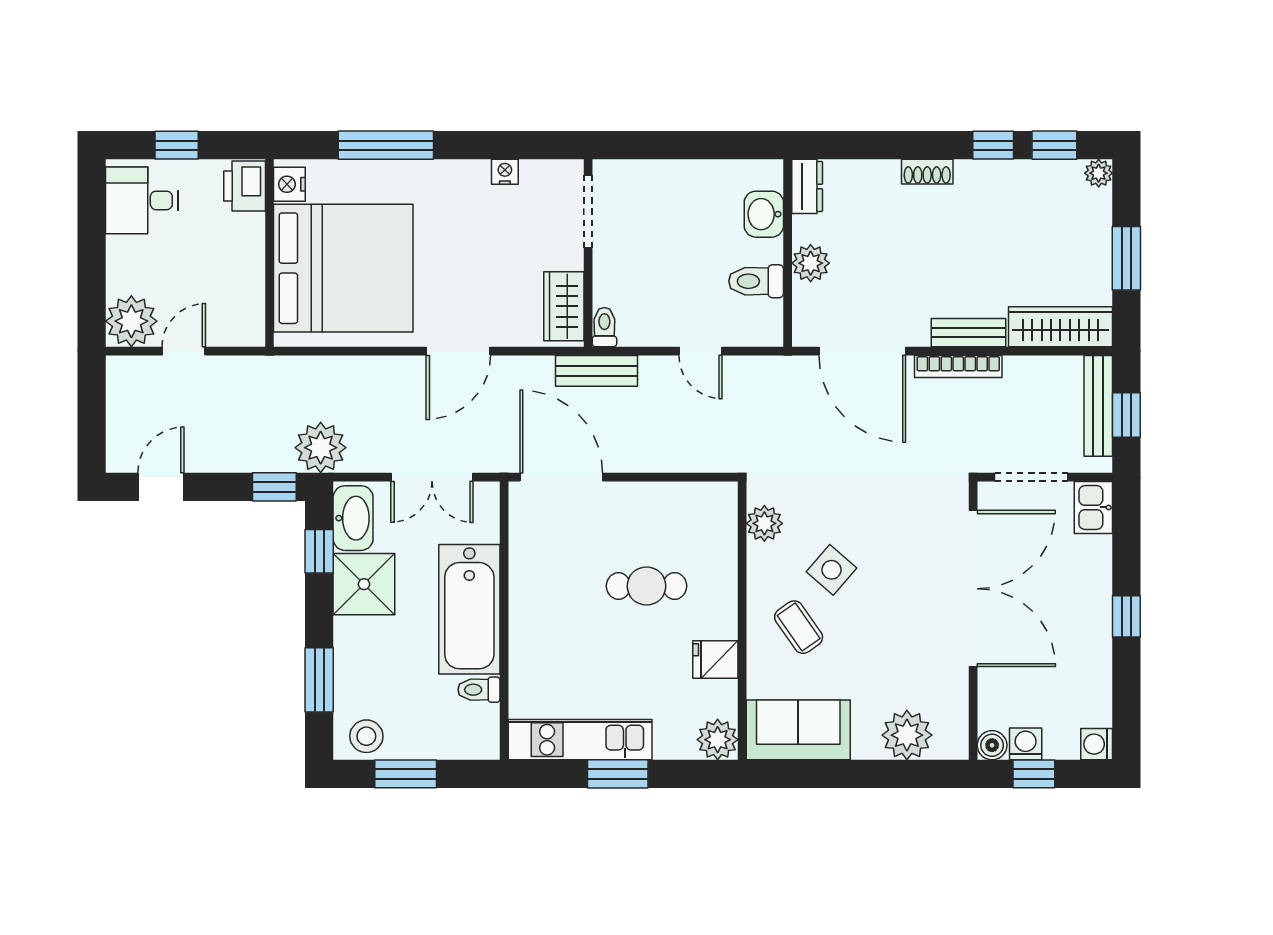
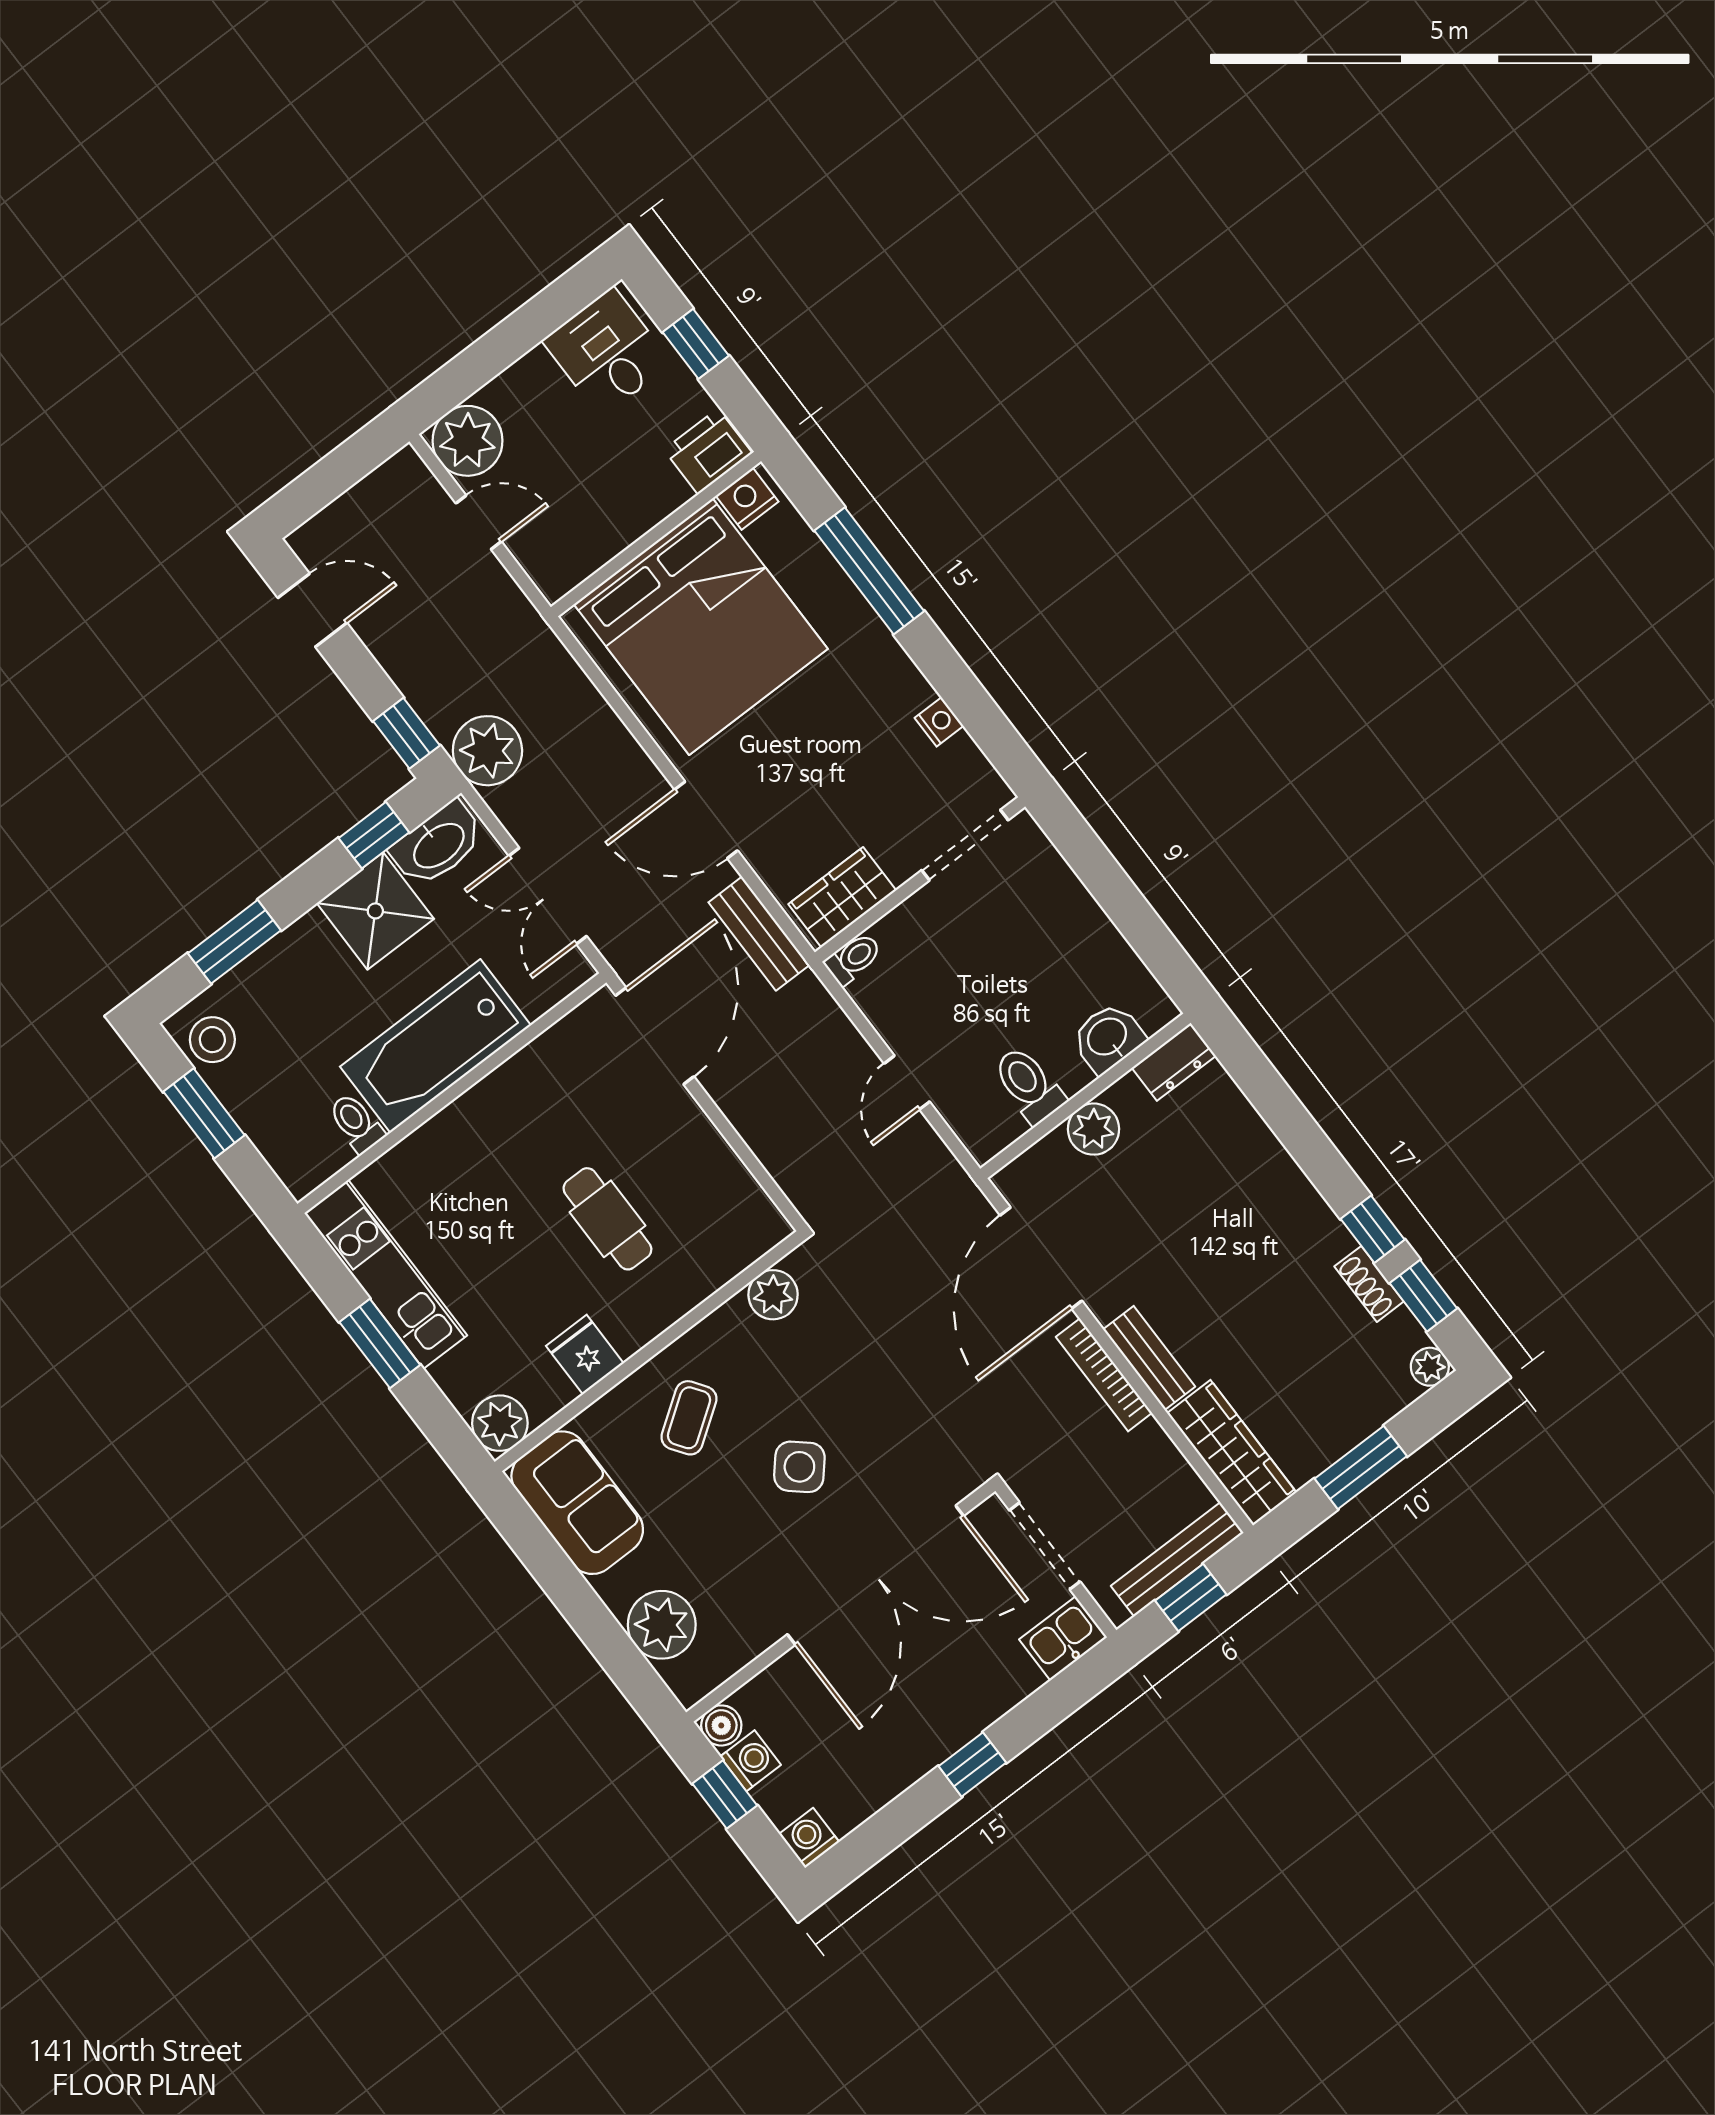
shoe rack: (927, 172) -> (1369, 1284), moved
bench: (597, 371) -> (759, 934), moved
side table: (831, 570) -> (799, 1467), moved

